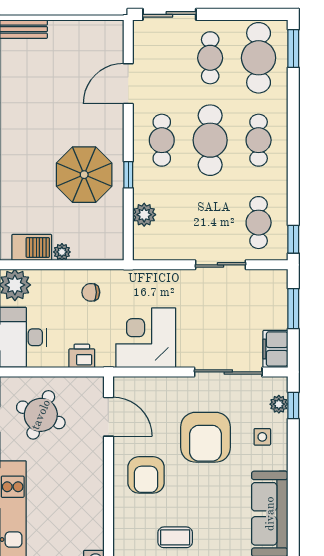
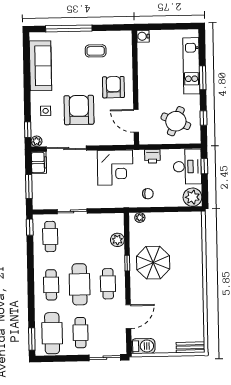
barbecue: (32, 247) -> (143, 346), moved, turned 180
plant: (62, 252) -> (140, 218), moved
plant: (279, 404) -> (37, 141), moved

